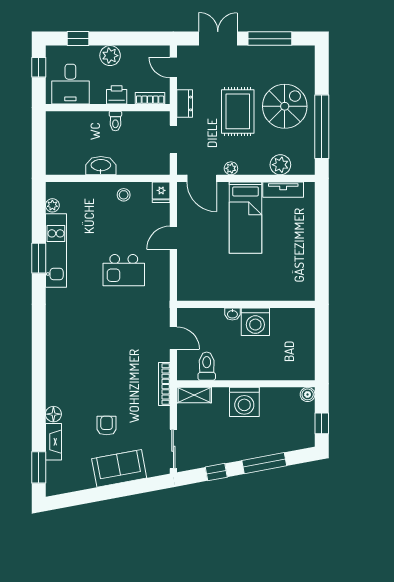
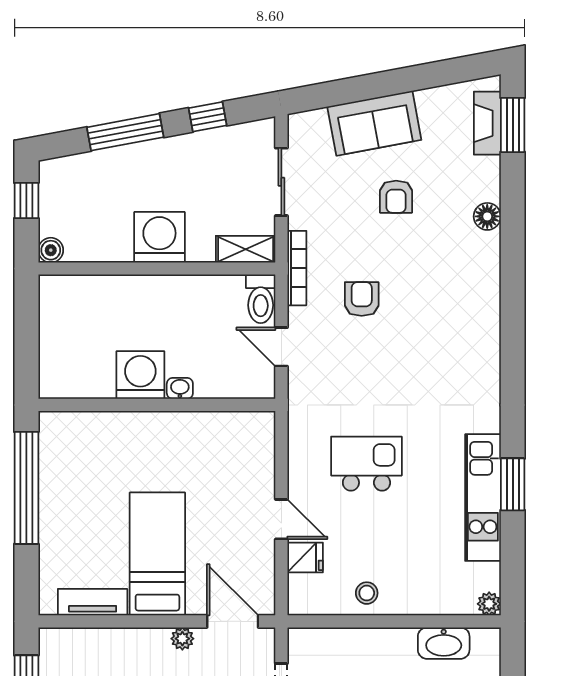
plant: (280, 165) -> (97, 645), removed
washbasin: (101, 166) -> (444, 643), moved
fridge: (161, 192) -> (305, 558), moved, turned 90
plant: (52, 205) -> (489, 604), moved
door: (173, 238) -> (281, 519), hinge flipped
window: (322, 256) -> (26, 488), added
armchair: (127, 366) -> (362, 299), added
toilet: (207, 366) -> (261, 299), moved
fireplace: (53, 442) -> (487, 123), moved
sliding door: (173, 449) -> (281, 182), moved

